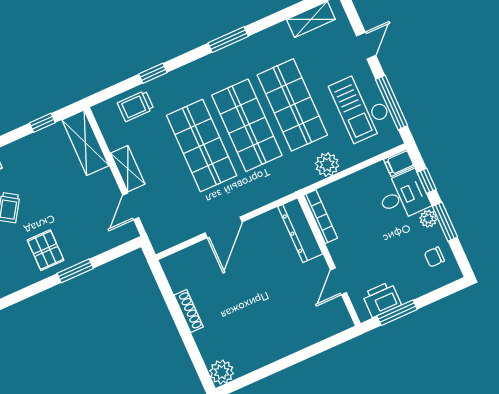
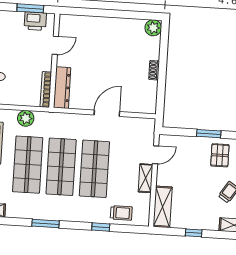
window: (42, 123) -> (194, 233), moved
shoe rack: (189, 311) -> (154, 70), width x0.70

